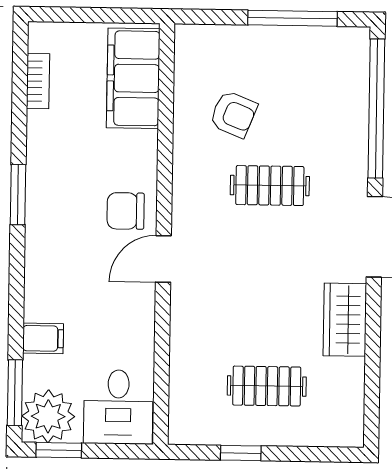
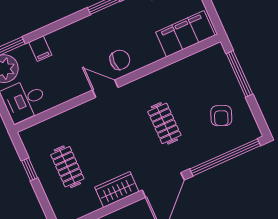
window: (293, 18) -> (239, 74), moved
armchair: (233, 114) -> (221, 116), moved
chair: (126, 211) -> (120, 60), turned 90

